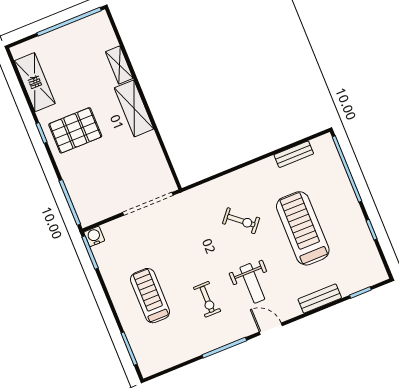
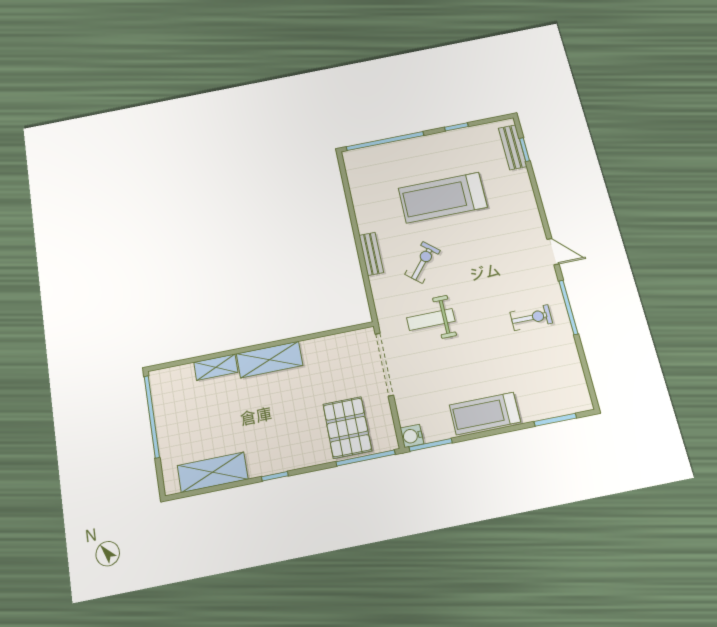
pallet: (75, 130) -> (347, 427), moved
bench: (294, 154) -> (371, 254), moved
weight bench: (252, 283) -> (431, 319), moved, turned 180
treadmill: (150, 296) -> (485, 413), moved
exercise bike: (207, 299) -> (531, 318), moved
bench: (320, 299) -> (513, 147), moved
door: (271, 329) -> (553, 252), swing flipped

